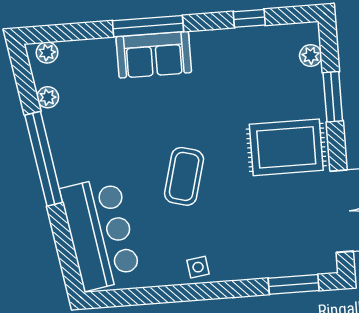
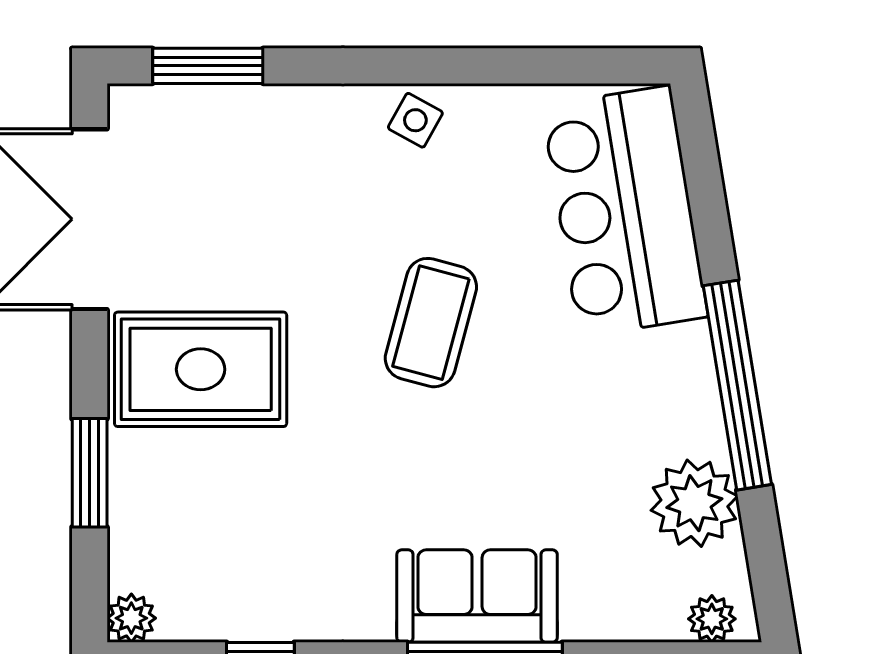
plant: (311, 56) -> (131, 618), moved
plant: (48, 97) -> (694, 503), width x1.87, depth x1.87
side table: (198, 267) -> (415, 120), turned 37

